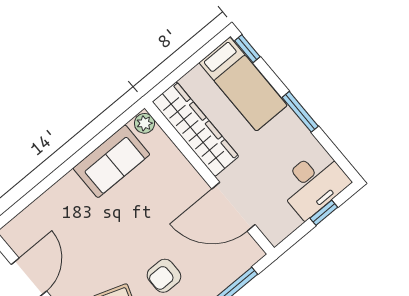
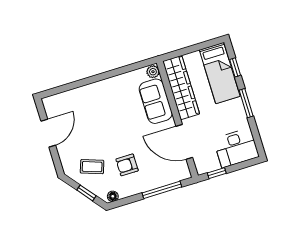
window: (247, 49) -> (235, 67), moved
sofa: (111, 161) -> (156, 101), moved, turned 90
window: (324, 213) -> (217, 173), moved

